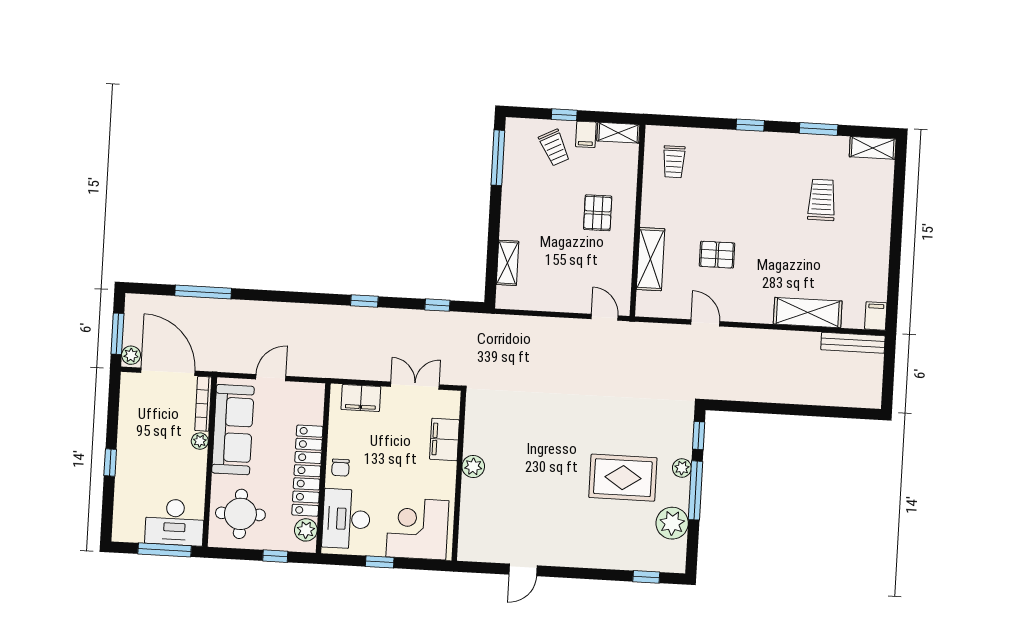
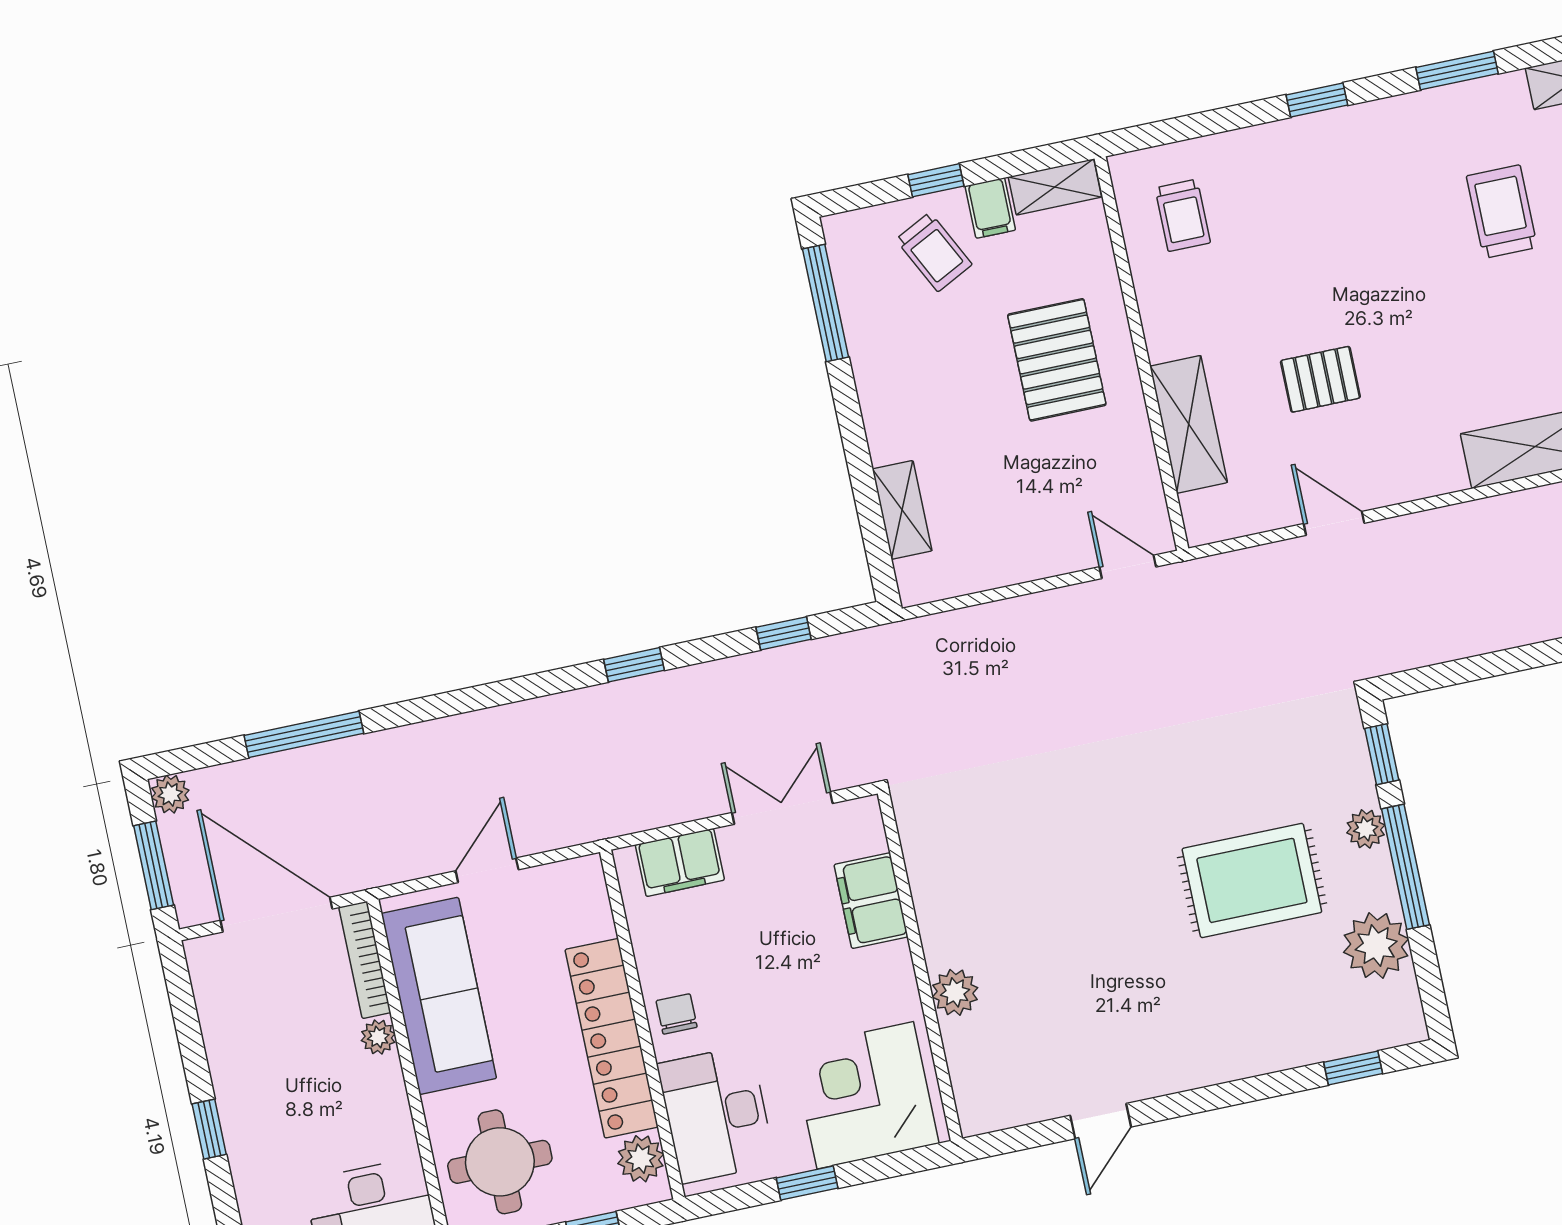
pallet: (598, 213) -> (1057, 360), width x1.50, depth x1.42
plant: (131, 355) -> (170, 794), moved
plant: (473, 467) -> (955, 992), moved
chair: (340, 468) -> (677, 1014), turned 180

